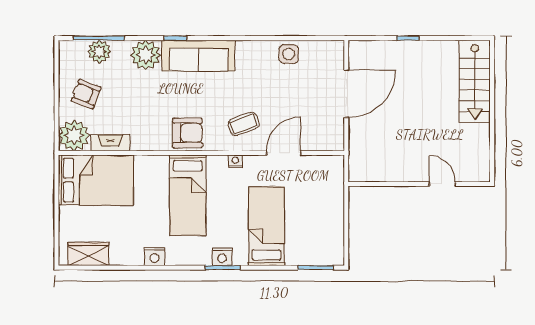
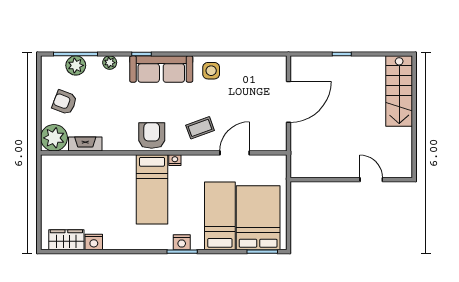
side table: (289, 54) -> (211, 71), moved
plant: (146, 55) -> (110, 63), width x0.53, depth x0.53
armchair: (187, 133) -> (152, 135), turned -90
nightstand: (235, 161) -> (175, 160), moved
bed: (96, 180) -> (258, 218), moved, turned -90
nightstand: (155, 257) -> (94, 242), moved

